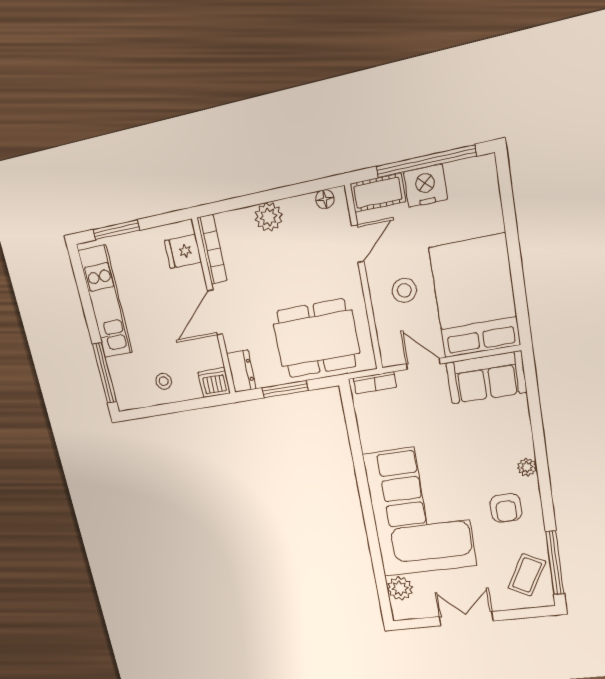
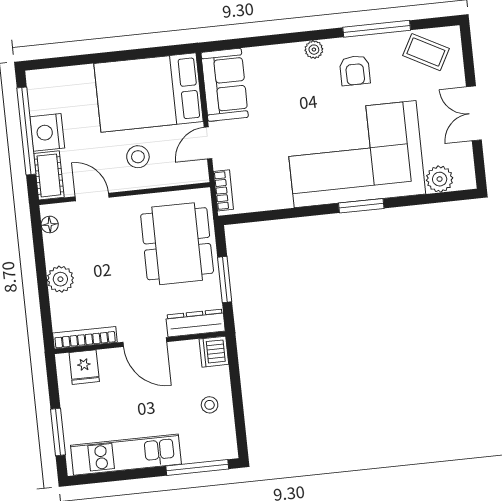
dresser: (241, 371) -> (196, 323), width x1.44
armchair: (506, 508) -> (355, 70), turned 90
window: (369, 517) -> (361, 206), added
window: (555, 563) -> (377, 29), moved

